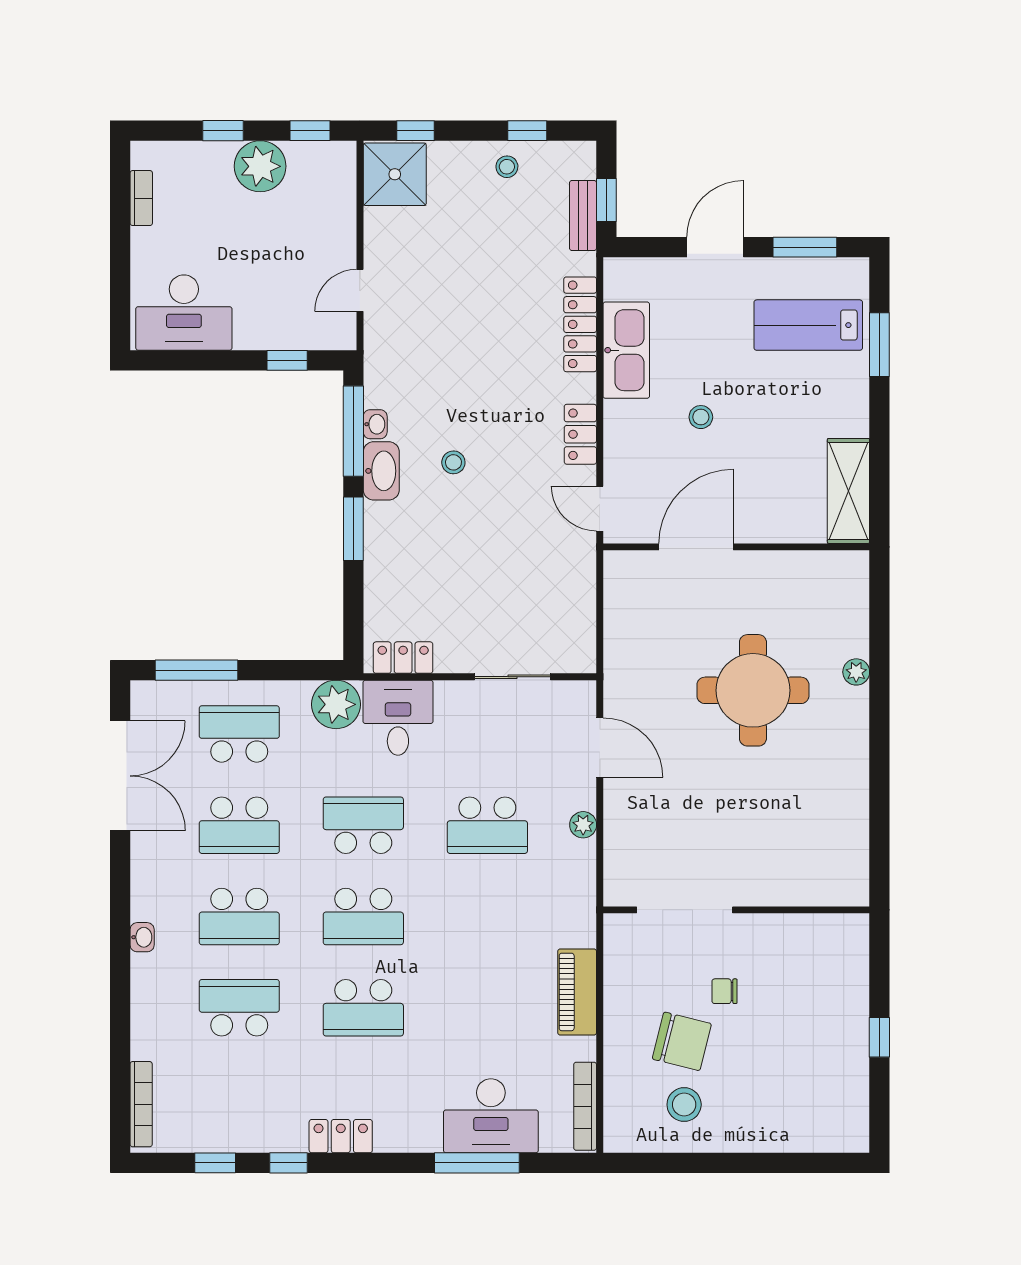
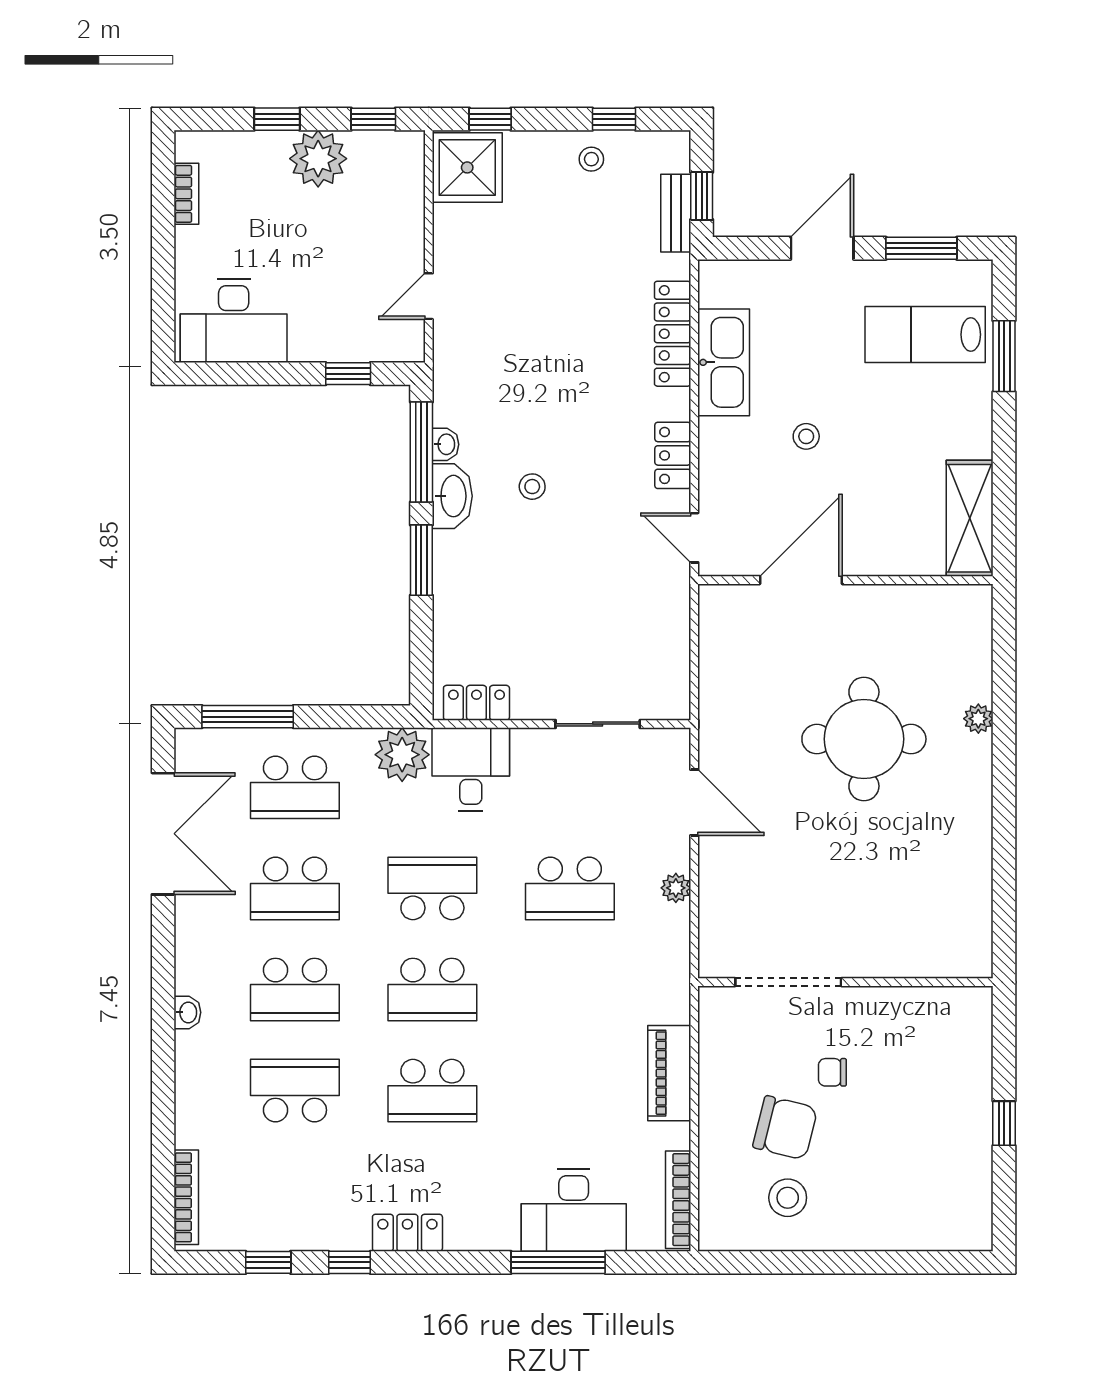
school desk: (239, 734) -> (295, 787), turned 180

